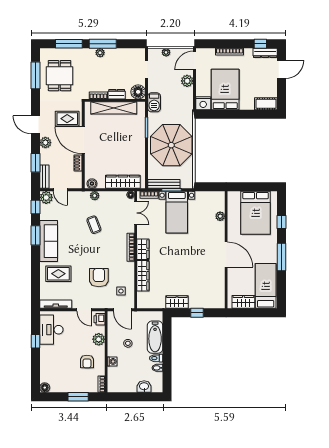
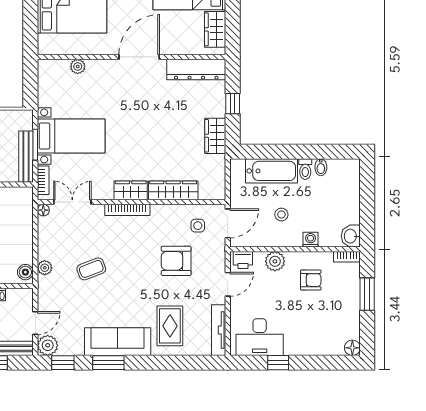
wardrobe: (123, 182) -> (22, 222), removed
dresser: (218, 290) -> (196, 69), added
washbasin: (144, 387) -> (351, 236), moved

